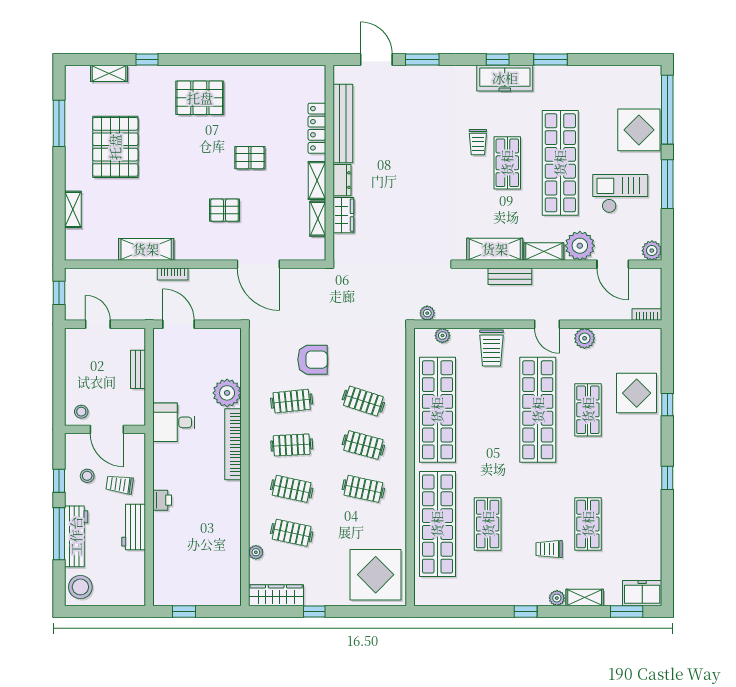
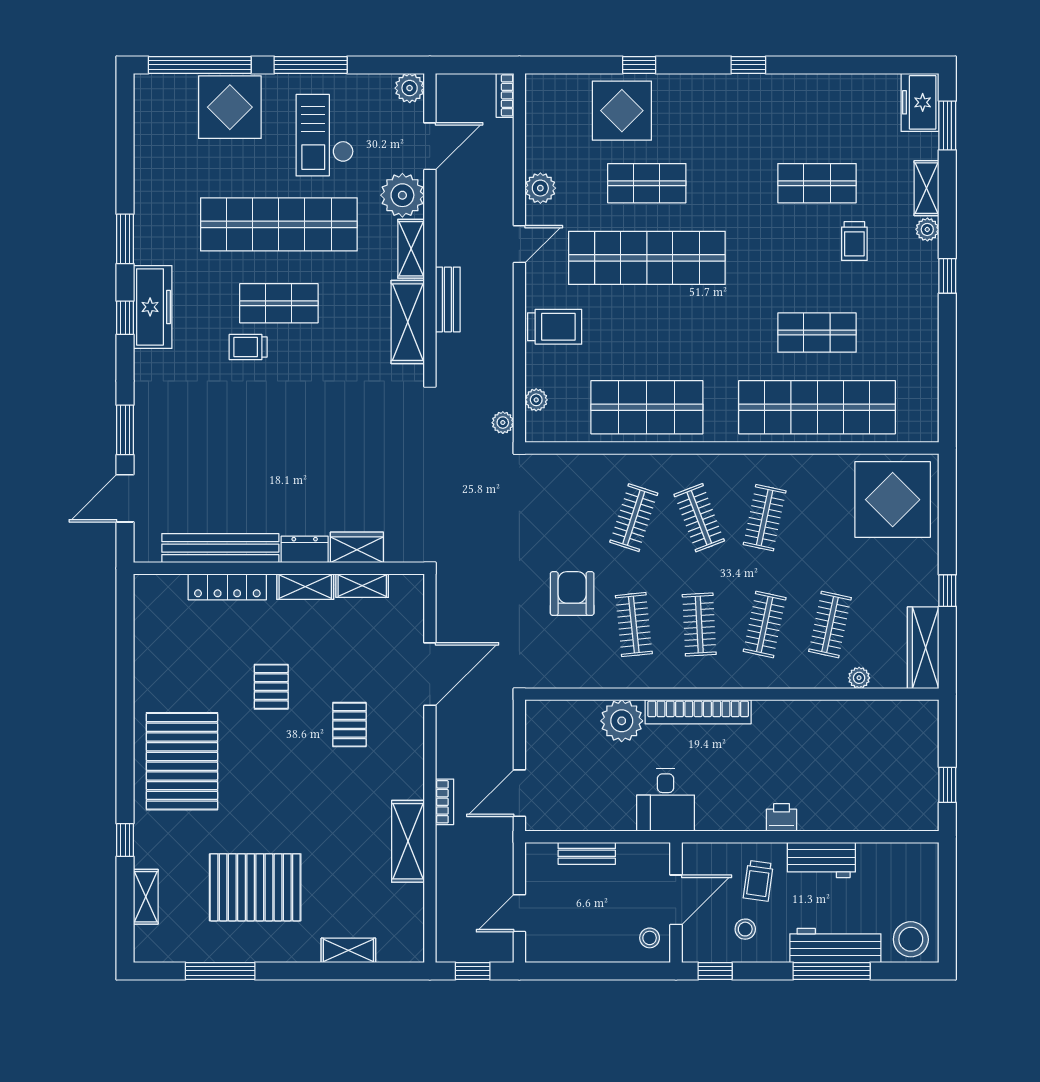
pallet: (200, 98) -> (182, 761), width x1.37, depth x1.41
trolley: (478, 142) -> (248, 347), turned 180
shop shelf: (437, 410) -> (647, 407), width x0.71
clothes rail: (363, 445) -> (699, 518), turned -36
window: (59, 481) -> (715, 971), moved

